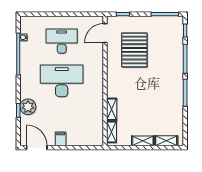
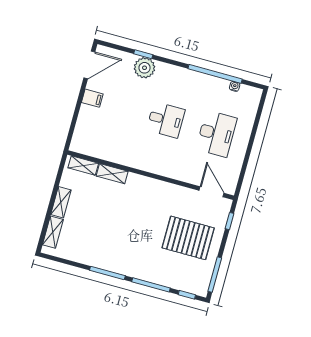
pallet: (134, 50) -> (188, 238), moved
desk: (62, 81) -> (166, 120), width x0.53, depth x0.77

